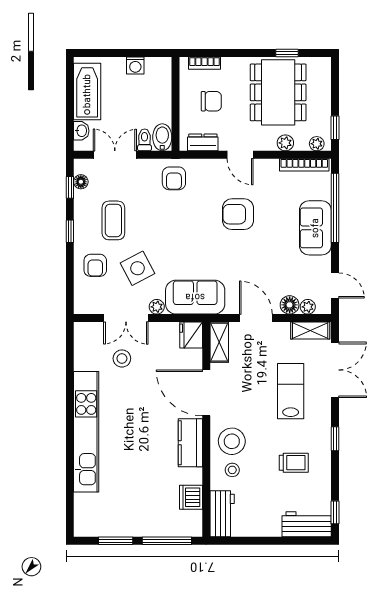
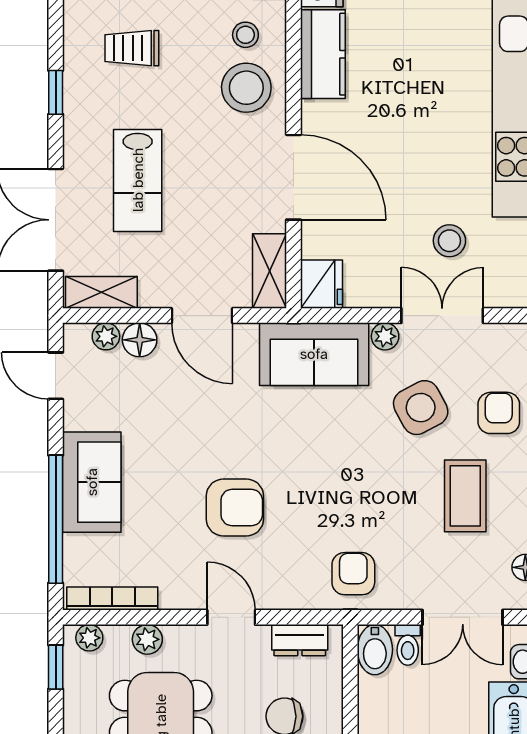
kitchen counter: (190, 443) -> (323, 54), moved

